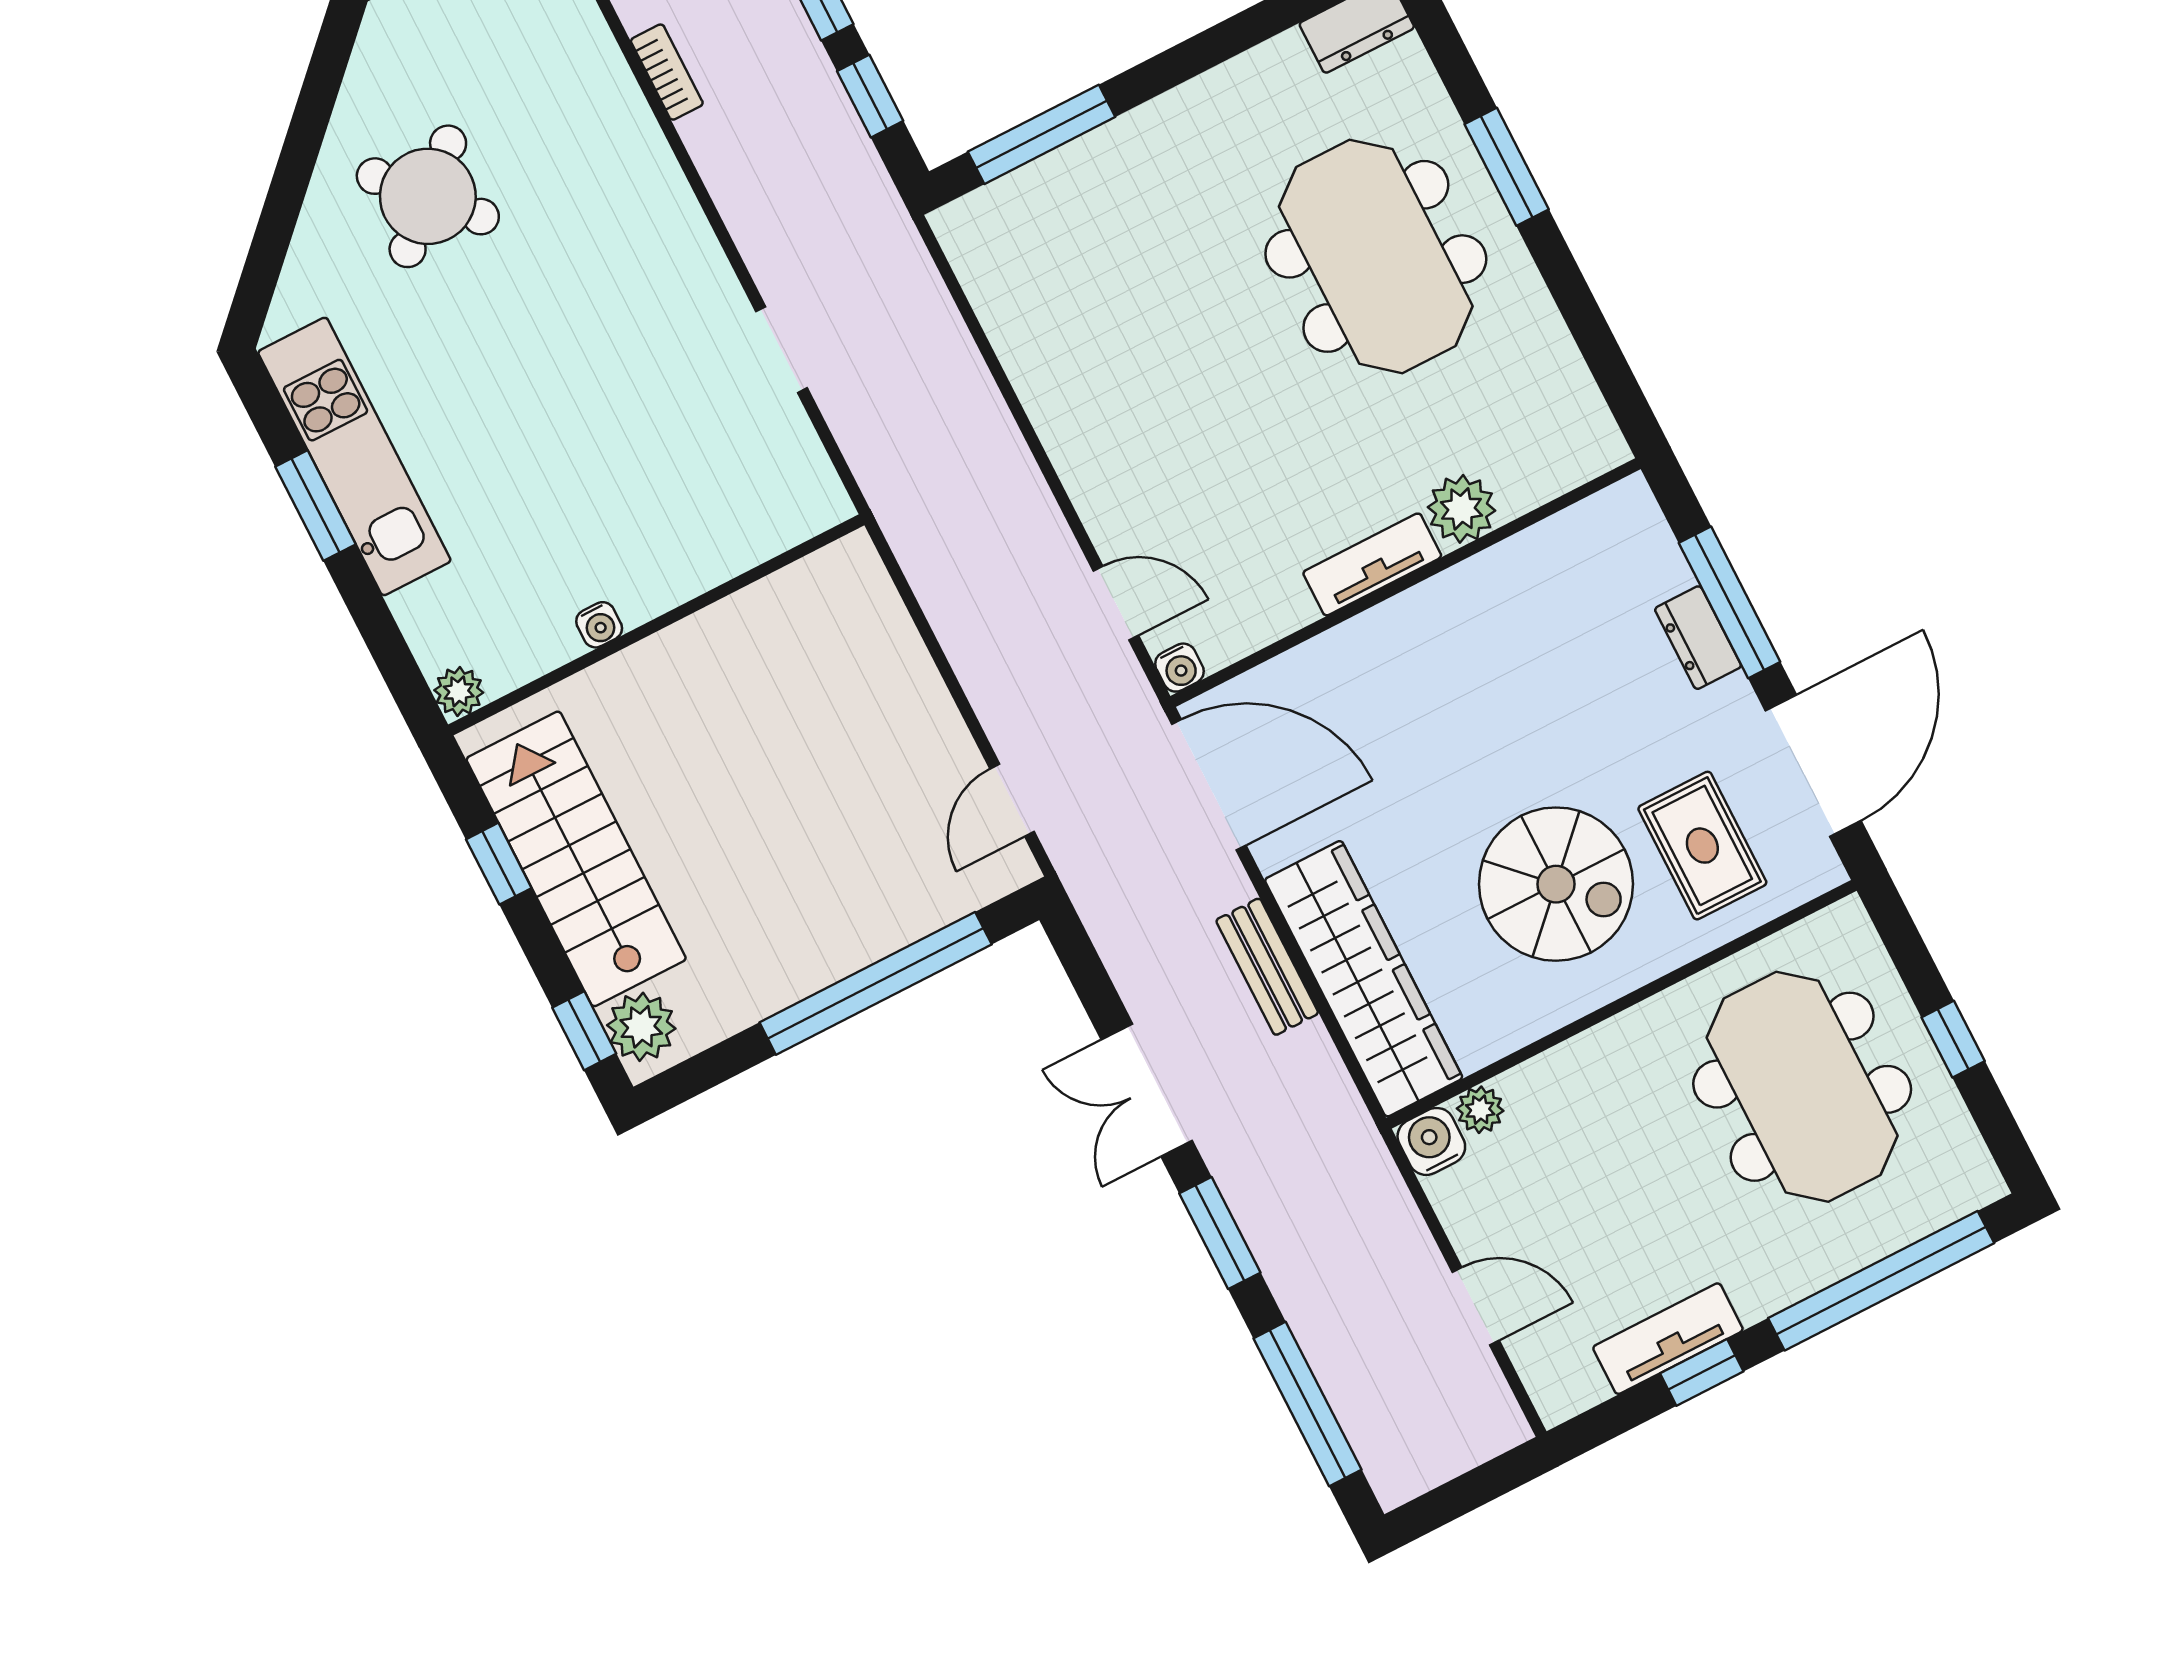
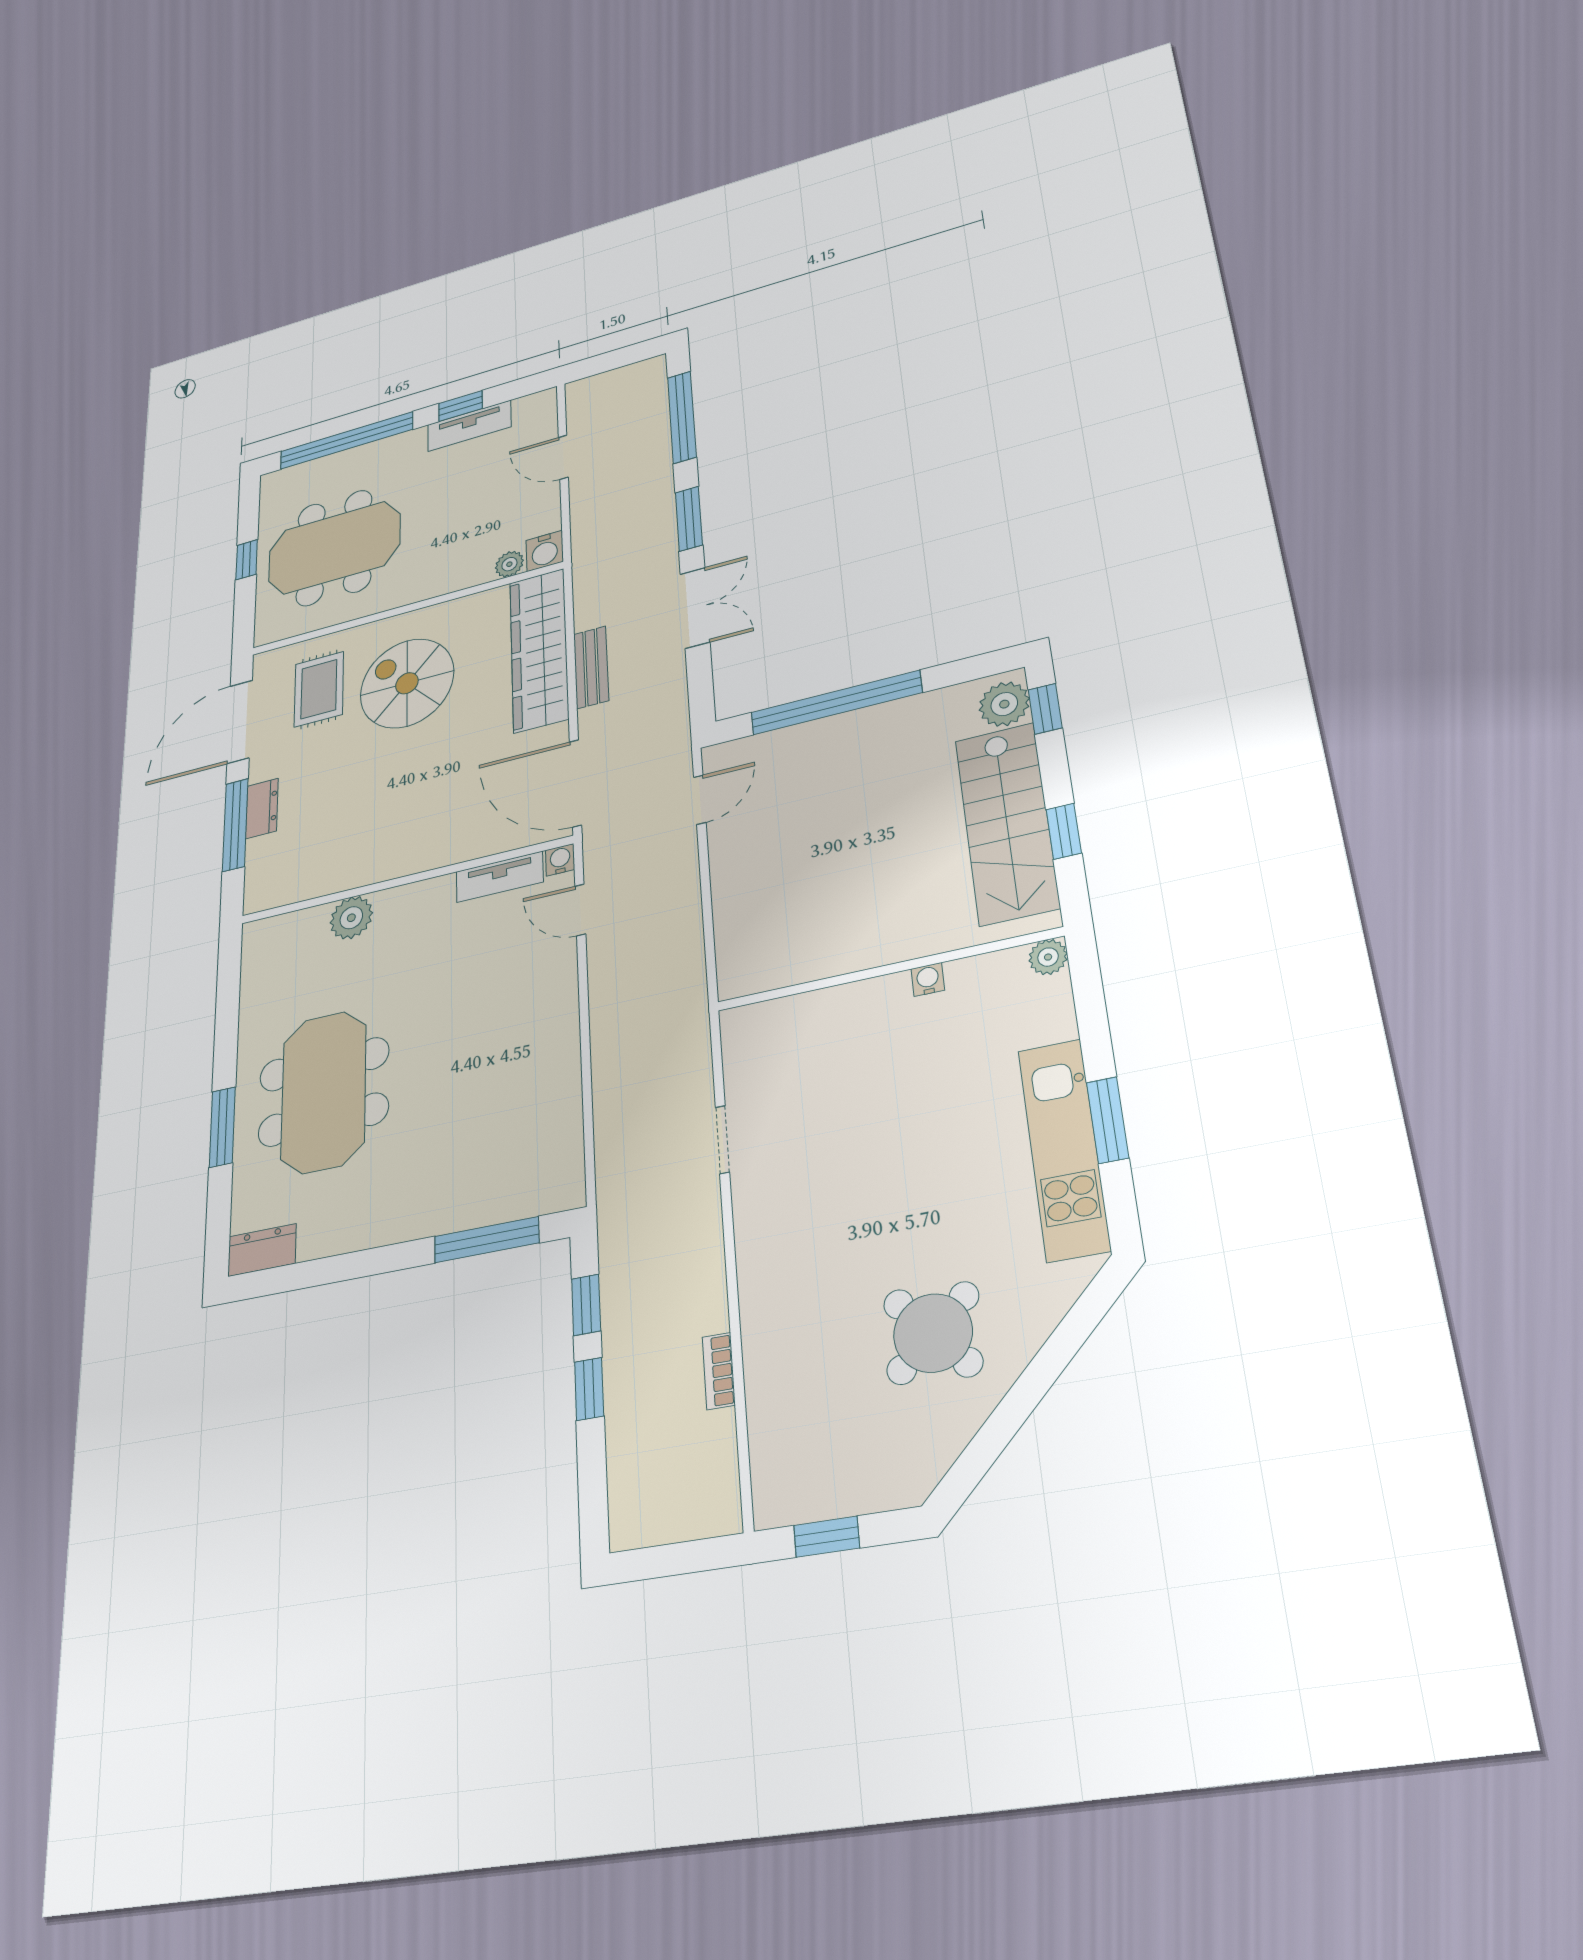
tv unit: (1372, 564) -> (500, 877), moved
meeting table: (1802, 1087) -> (334, 548), turned 90

